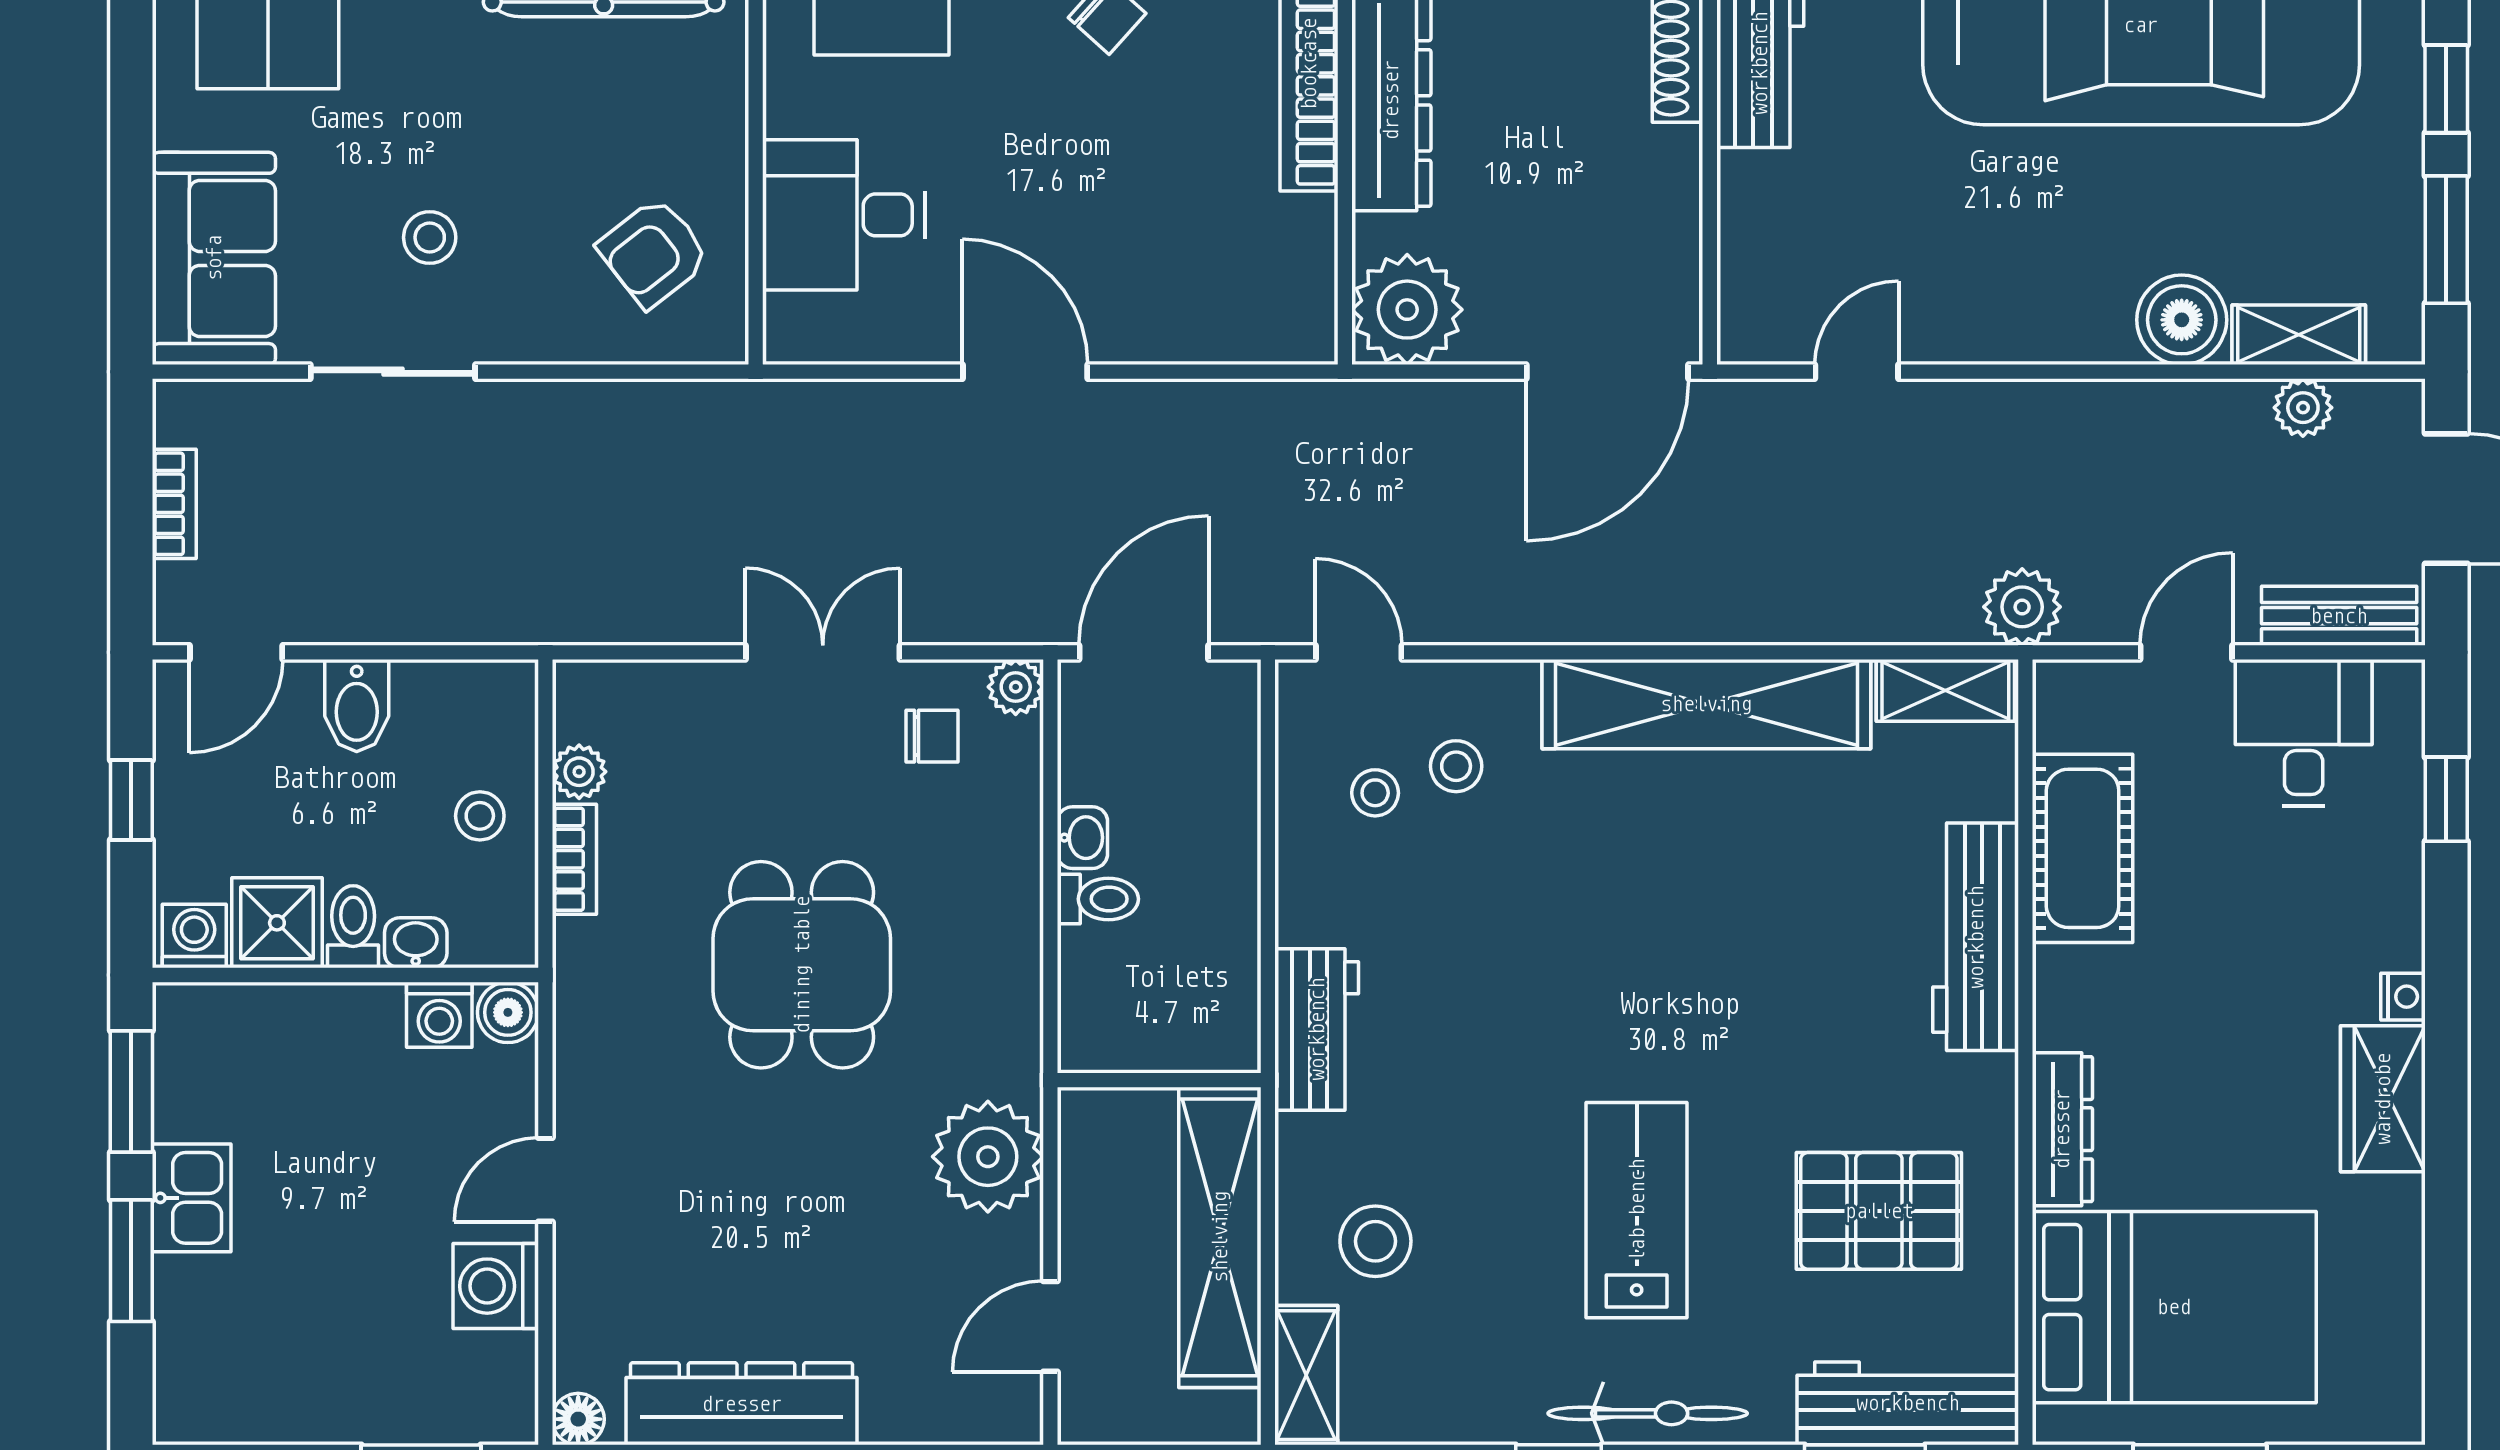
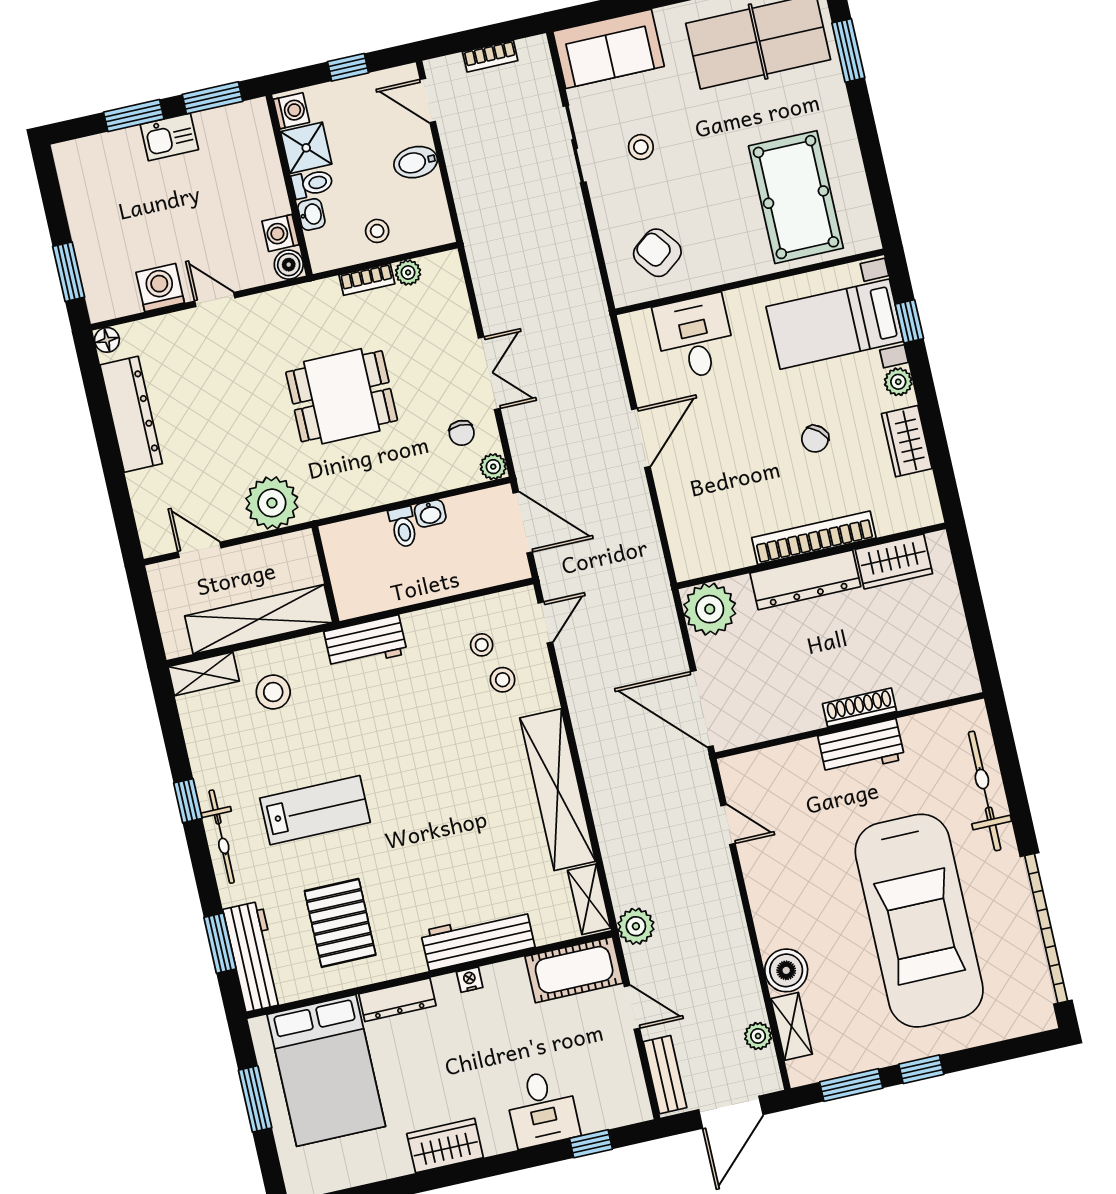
desk: (2304, 733) -> (542, 1108), moved, turned 90
cot: (2083, 848) -> (574, 970), moved
nightstand: (2403, 997) -> (470, 980), moved, turned 180

